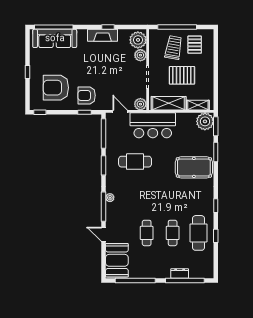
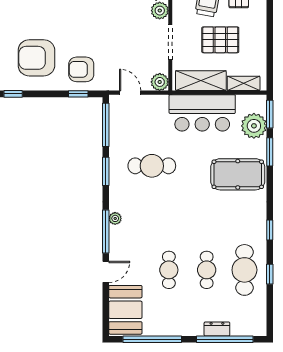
plant: (205, 121) -> (254, 126), moved
bar counter: (153, 125) -> (202, 113), moved
door: (103, 234) -> (106, 272), swing flipped

